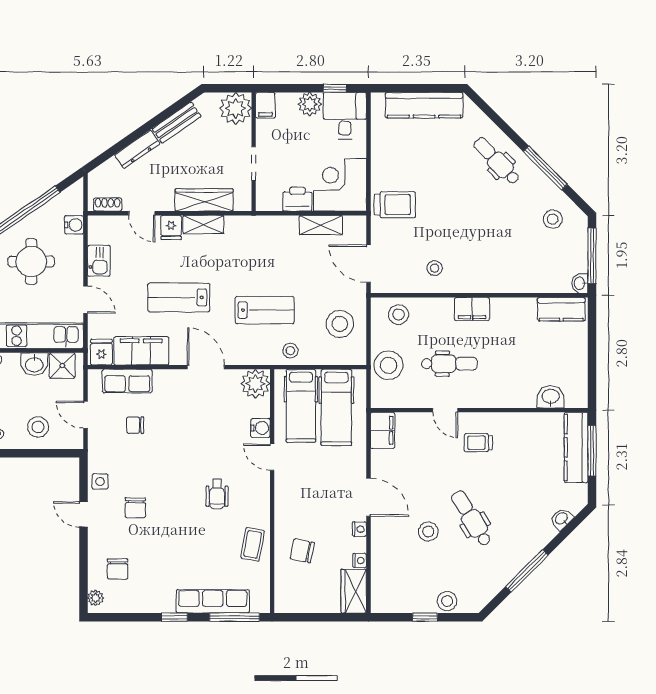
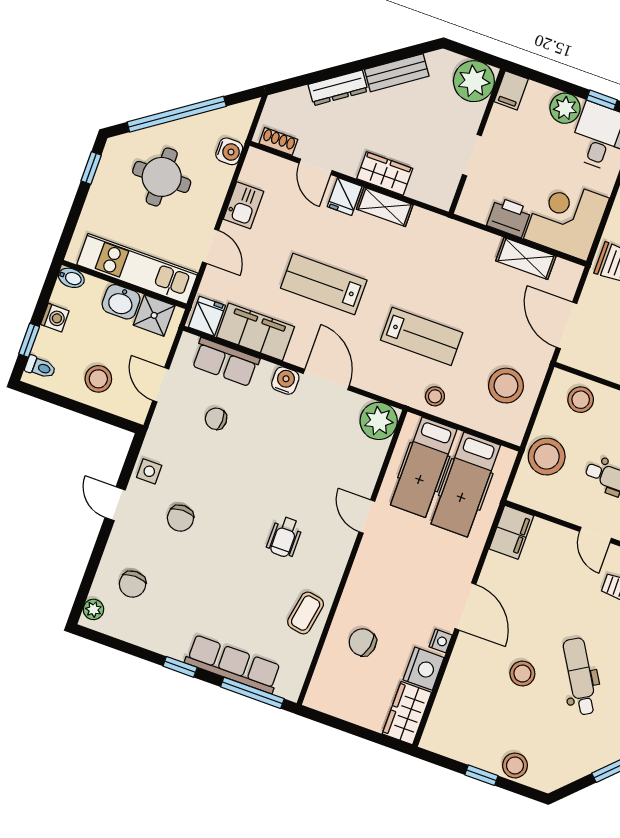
wardrobe: (204, 200) -> (385, 174), width x0.67
water cooler: (260, 428) -> (285, 381), moved, turned -90
nightstand: (360, 560) -> (424, 669), width x1.89, depth x1.79

